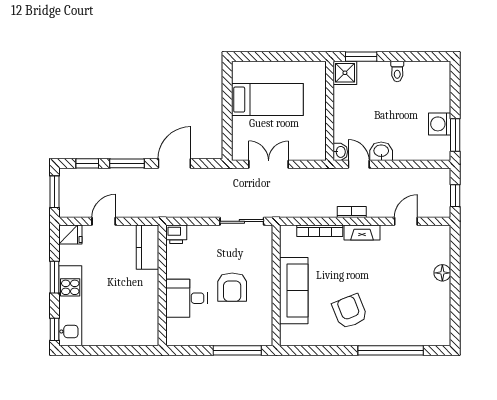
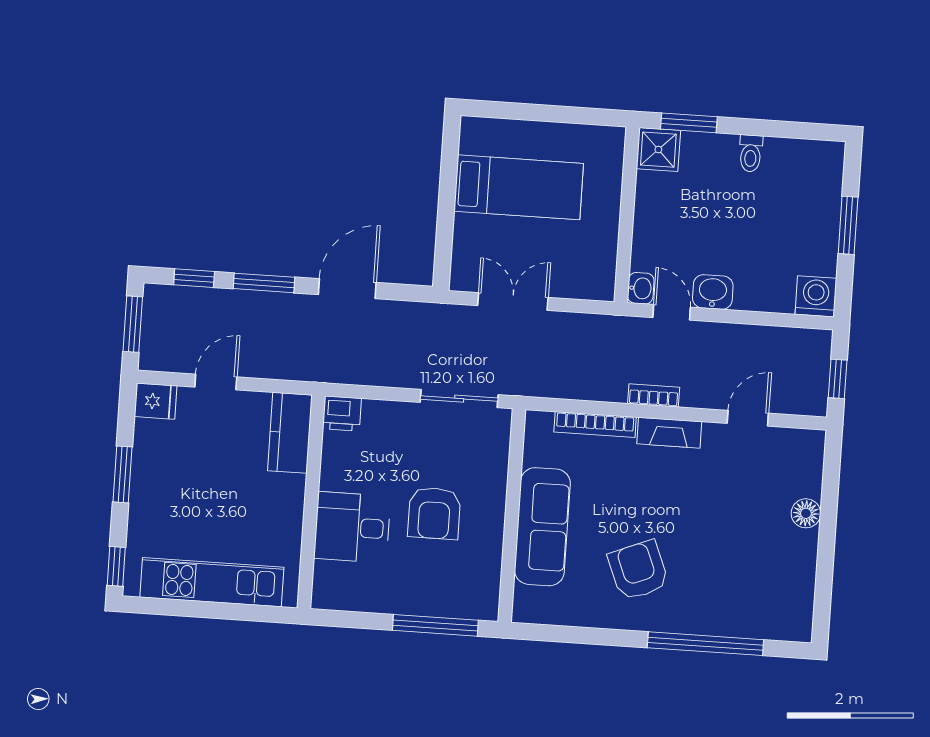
washing machine: (440, 124) -> (816, 296), moved, turned 90
window: (455, 135) -> (848, 225), moved
kitchen unit: (70, 306) -> (212, 582), moved, turned -90

